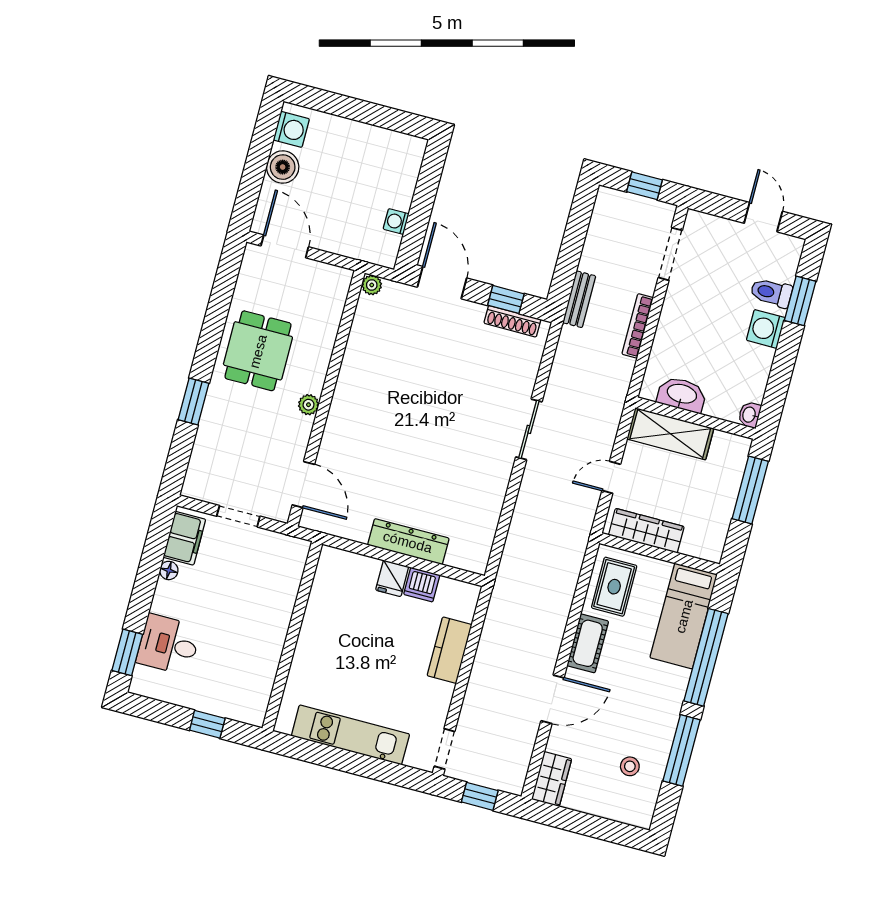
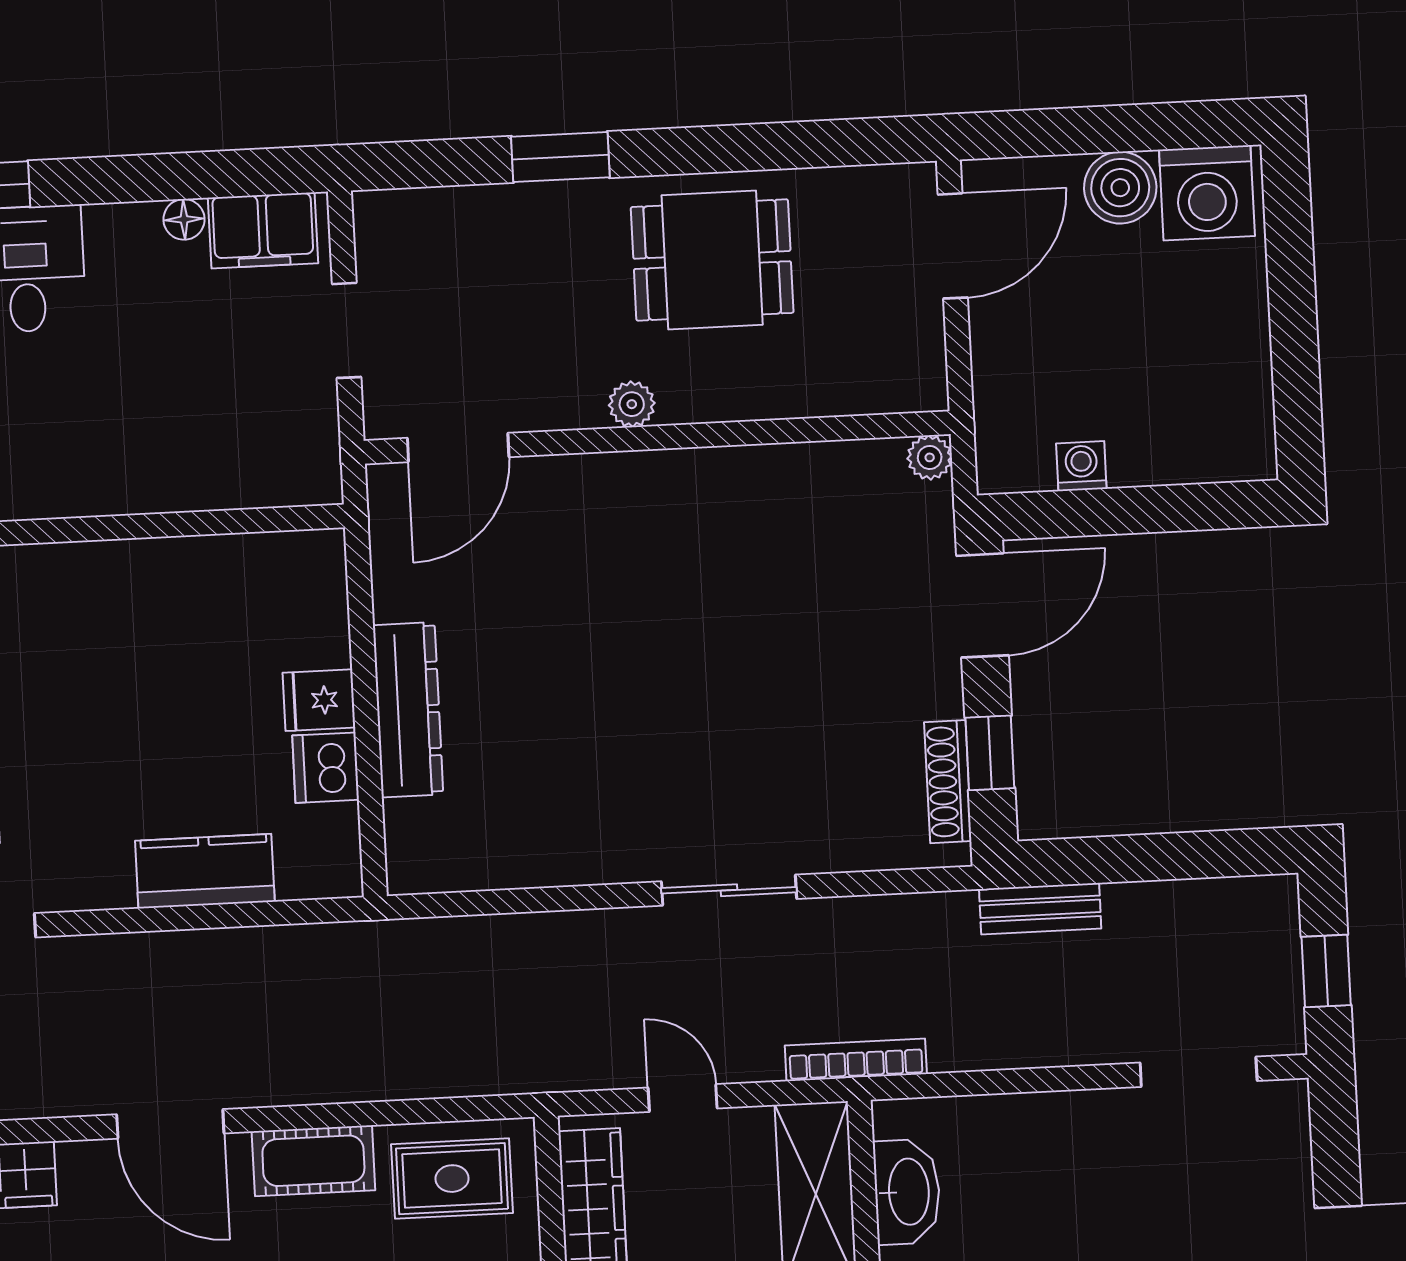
washing machine: (291, 129) -> (1207, 193), width x1.37, depth x1.37
bookcase: (638, 326) -> (856, 1060), moved

